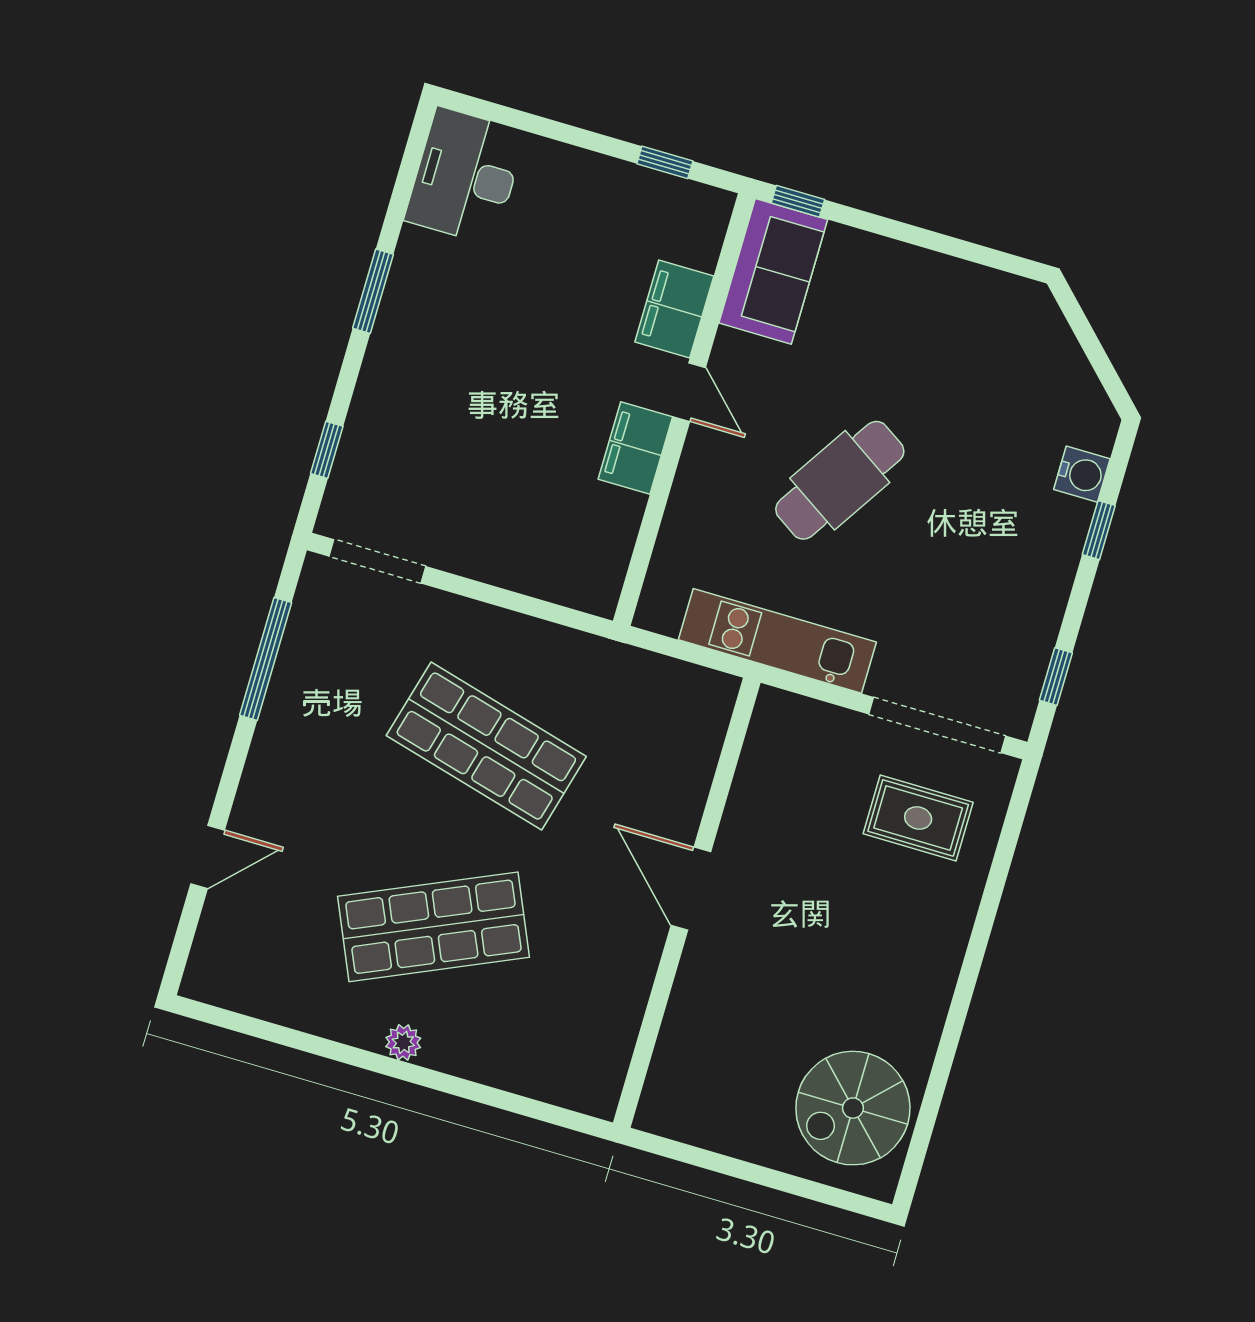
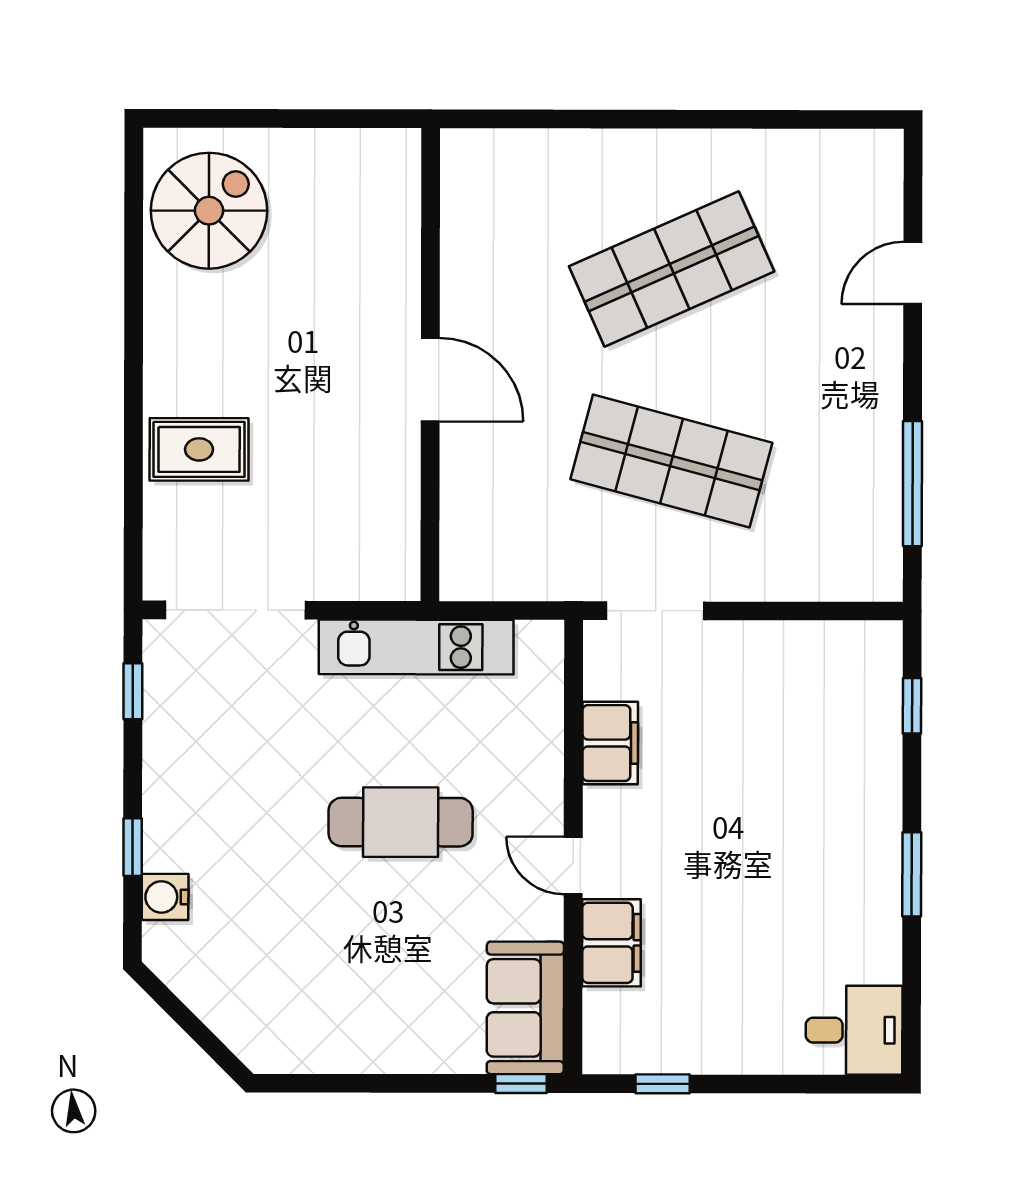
desk: (465, 176) -> (854, 1030), width x0.73
filing cabinet: (635, 448) -> (610, 743), moved
cafe table: (840, 480) -> (401, 822), turned 57
doorway: (377, 561) -> (655, 611), moved
rug: (918, 818) -> (199, 449), moved
plant: (403, 1042) -> (668, 147), removed

